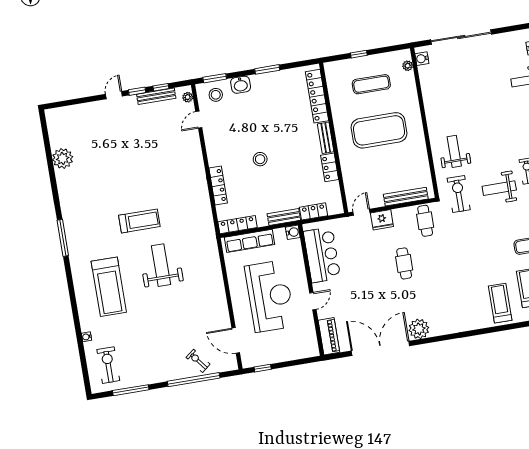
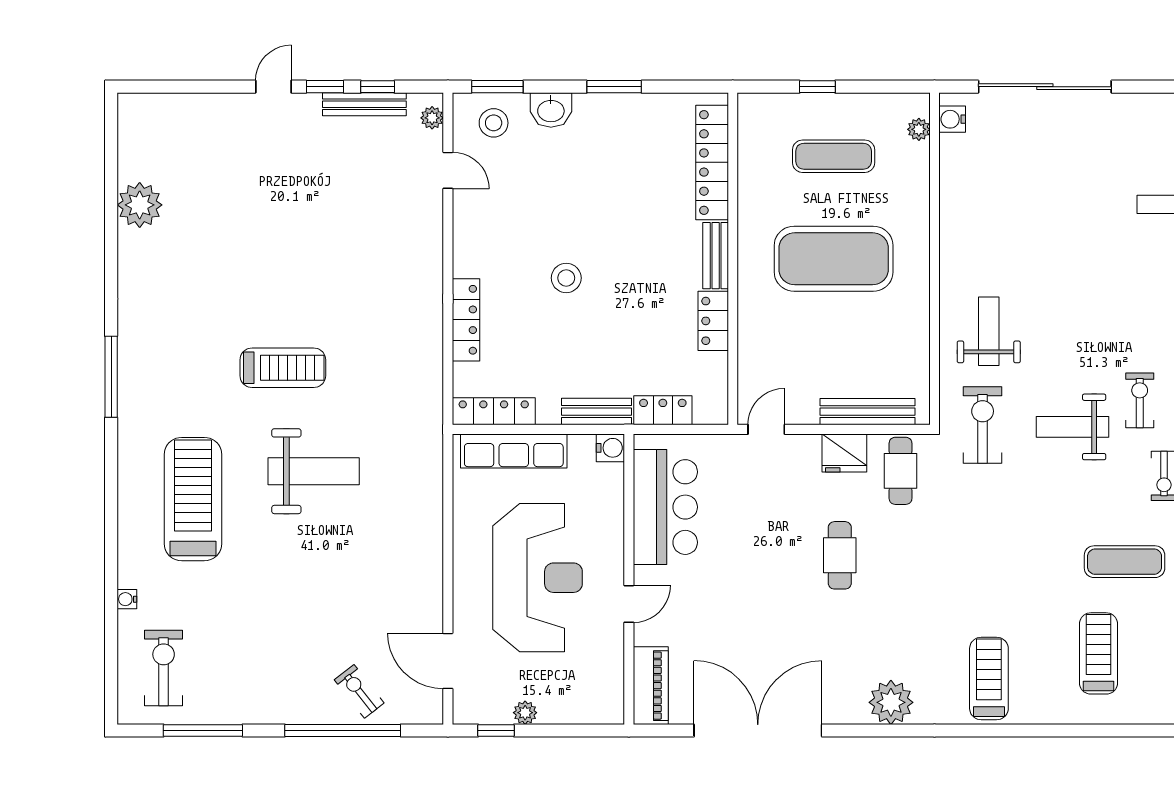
door: (199, 120) -> (448, 170), swing flipped
fridge: (382, 220) -> (844, 453), moved
weight bench: (161, 265) -> (314, 471), turned 90
treadmill: (109, 287) -> (193, 499), turned 180
treadmill: (500, 303) -> (989, 678), moved
plant: (419, 329) -> (891, 702), moved
plant: (274, 358) -> (525, 713), added

